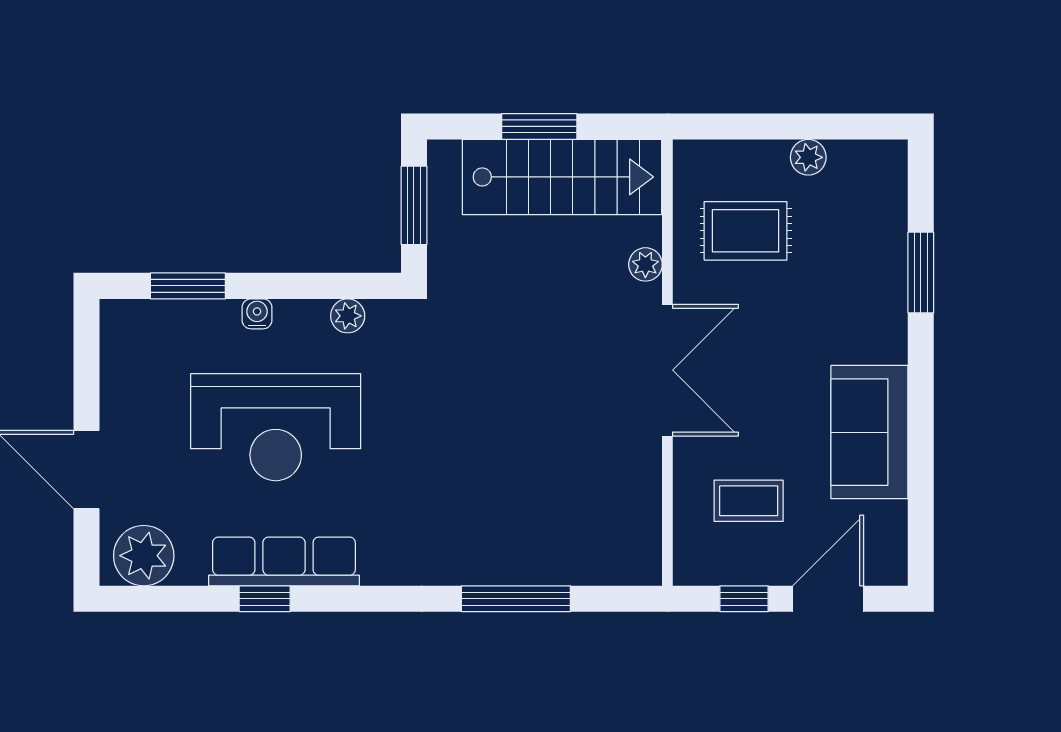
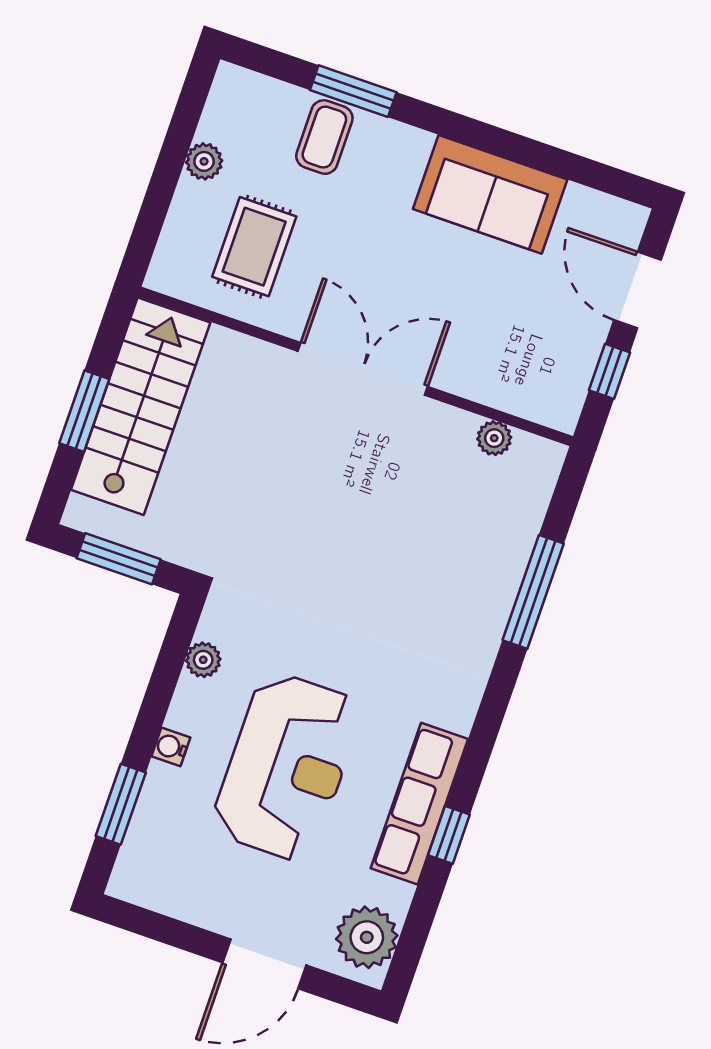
plant: (645, 264) -> (494, 438), moved
coffee table: (749, 501) -> (324, 137), moved

